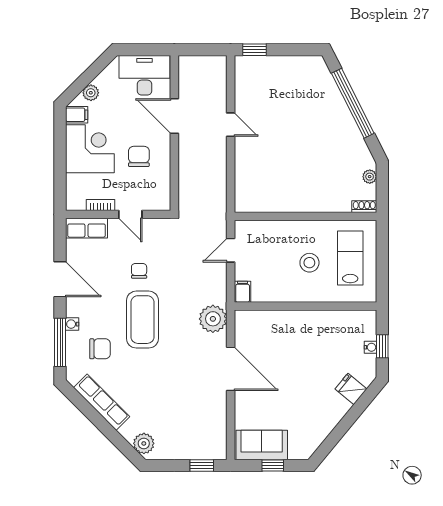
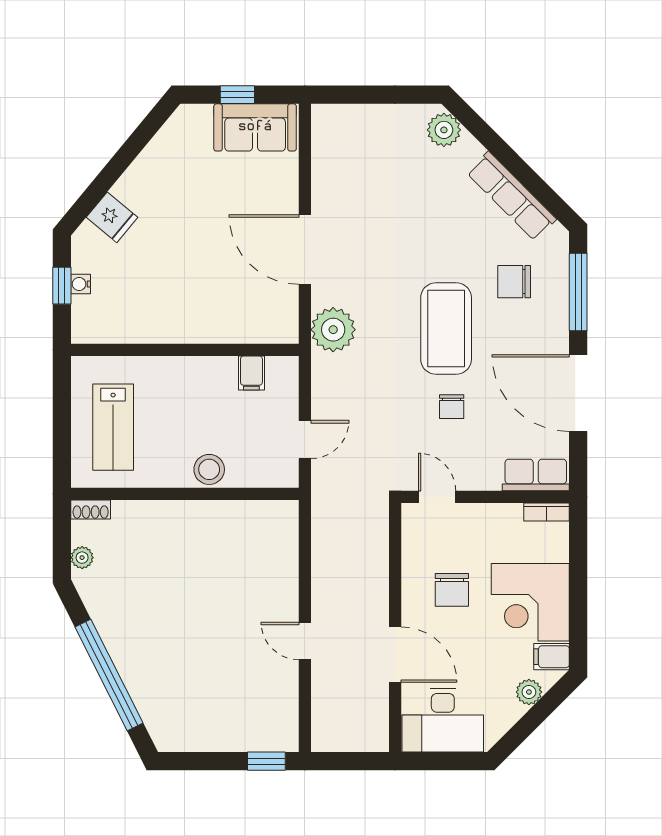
bookcase: (100, 205) -> (547, 512), moved
door: (130, 214) -> (437, 497), moved
stool: (309, 263) -> (209, 469), moved
door: (60, 279) -> (578, 393), width x1.36
filing cabinet: (243, 292) -> (251, 373), moved
water cooler: (72, 324) -> (559, 321), removed
window: (202, 465) -> (351, 95), removed

